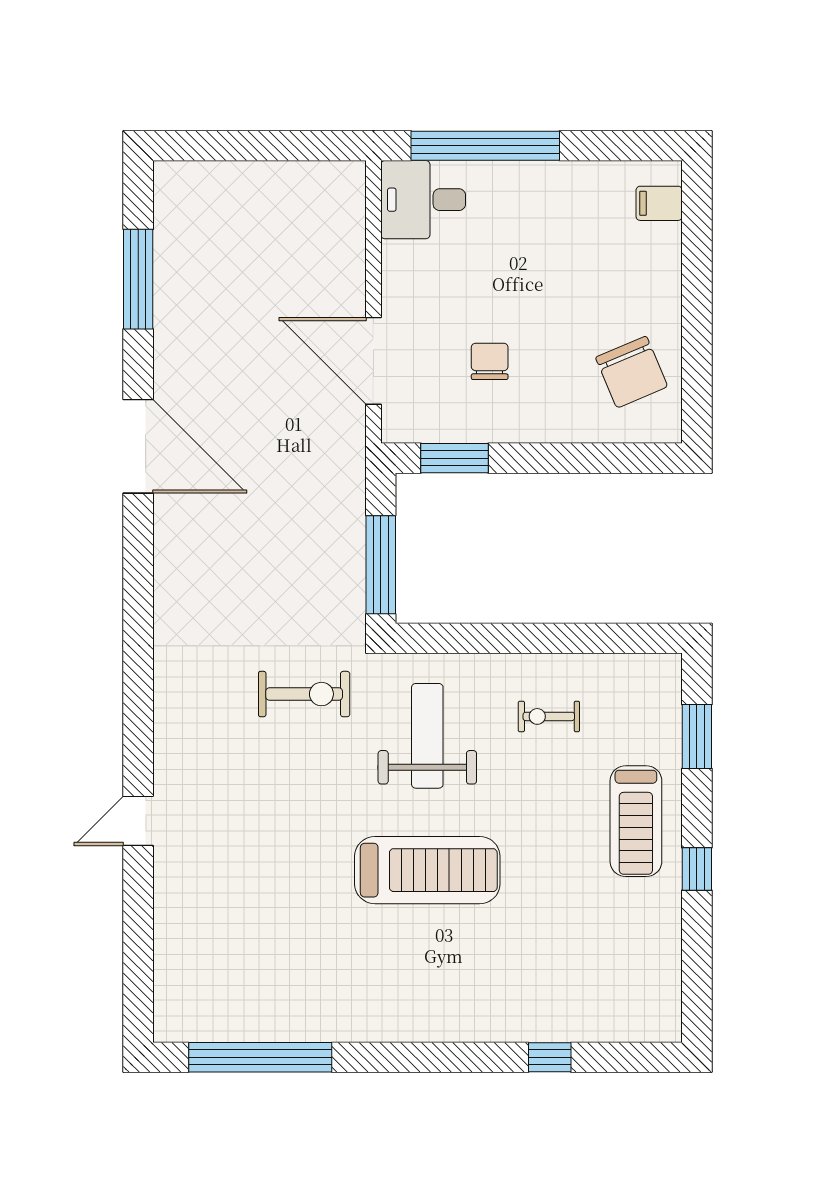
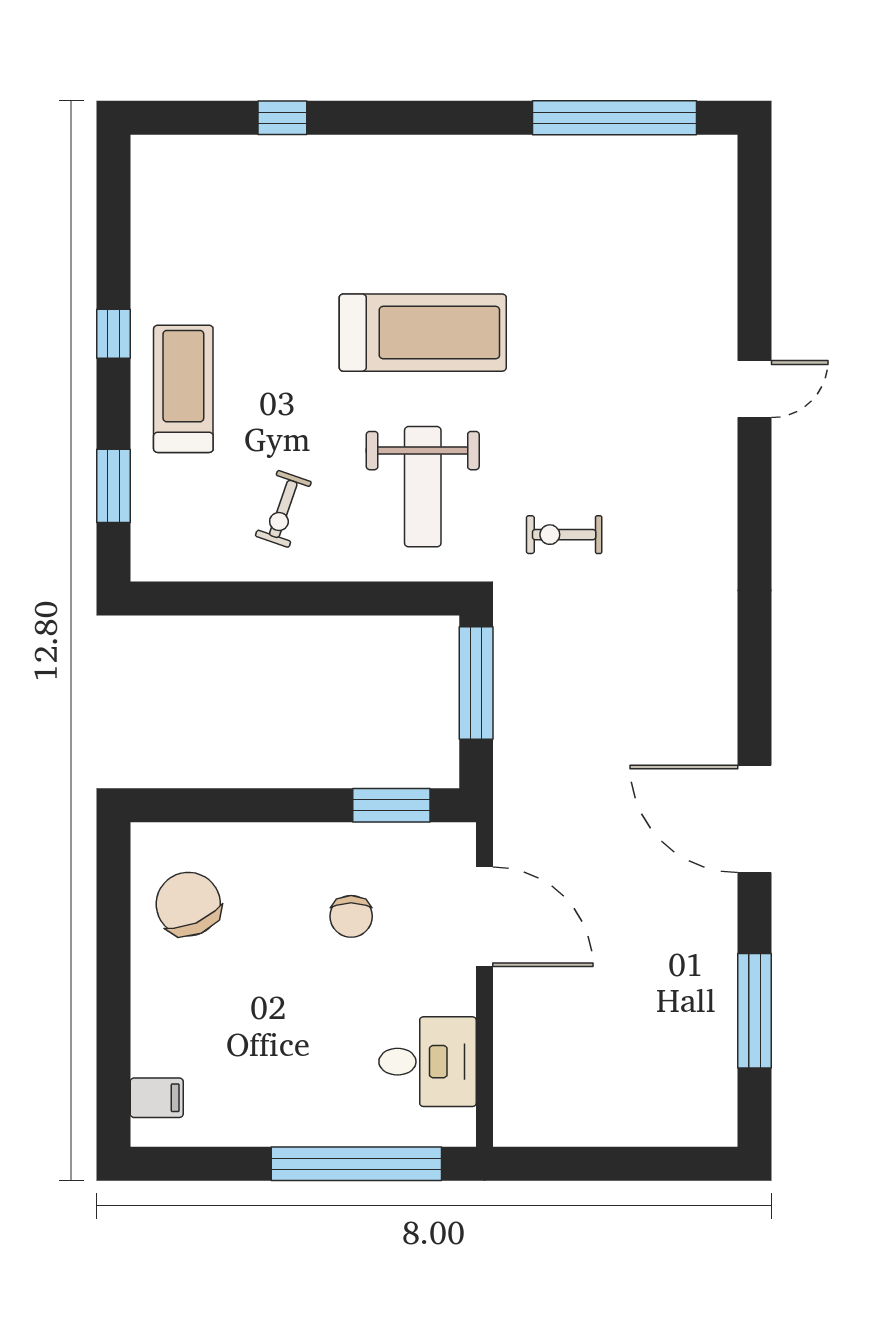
desk: (423, 200) -> (428, 1062), moved
exercise bike: (304, 694) -> (564, 535), width x0.73, depth x0.72
exercise bike: (549, 716) -> (283, 509), turned 109
treadmill: (427, 870) -> (423, 333), turned 180

